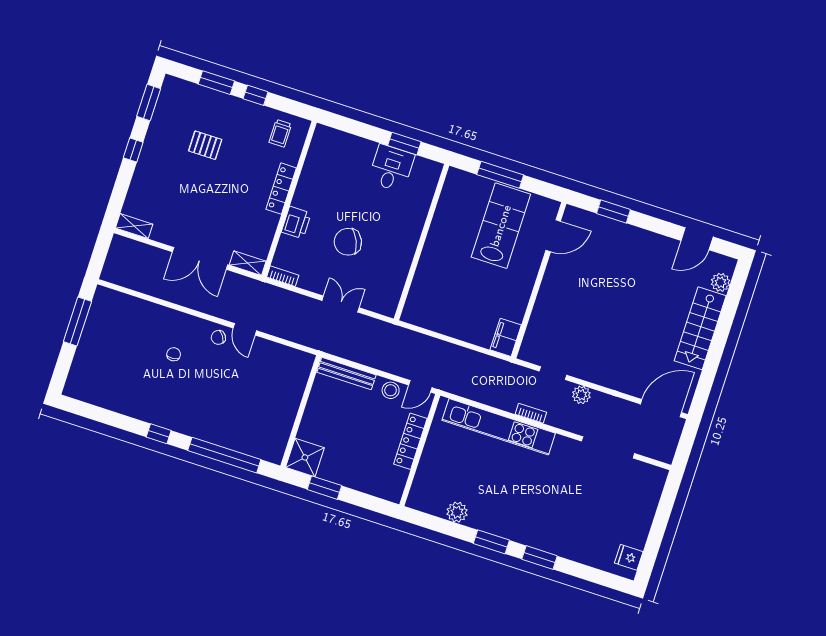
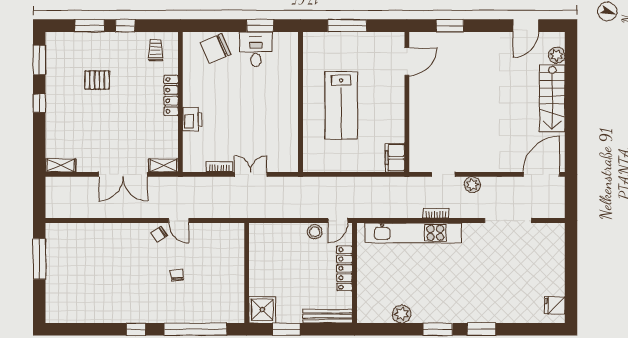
trolley: (280, 133) -> (156, 50), turned 180
lab bench: (501, 226) -> (341, 105), moved, turned 180
chair: (348, 242) -> (215, 49), moved
bookcase: (283, 276) -> (219, 167), moved
chair: (174, 354) -> (177, 275), moved
bench: (347, 374) -> (328, 316), moved

